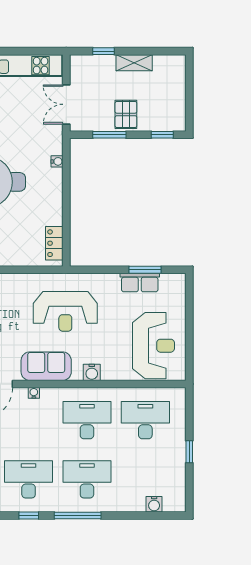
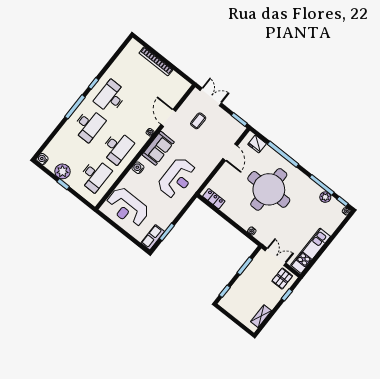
shelving: (134, 63) -> (261, 316), moved
pallet: (126, 114) -> (282, 279), moved, turned 90
row of seats: (140, 282) -> (153, 237), moved
reception desk: (65, 311) -> (177, 178), turned 180
plant: (173, 466) -> (63, 171), added
desk: (29, 479) -> (111, 97), turned 180
water cooler: (154, 504) -> (42, 159), moved

